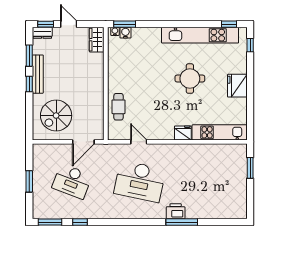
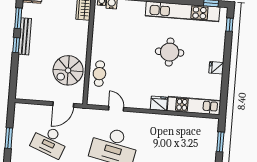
fridge: (237, 86) -> (216, 68), width x0.53, depth x0.75
spiral stairs: (56, 116) -> (68, 70), moved

